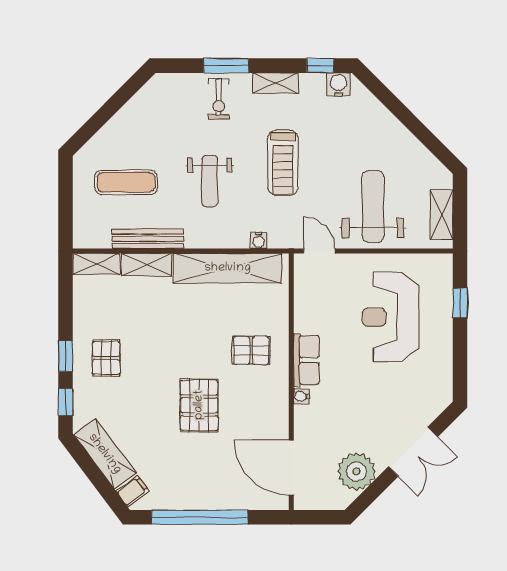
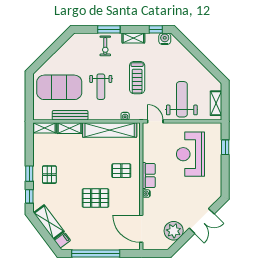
exercise mat: (126, 182) -> (59, 87), width x2.00, depth x1.45
pallet: (199, 405) -> (96, 198), turned 90

